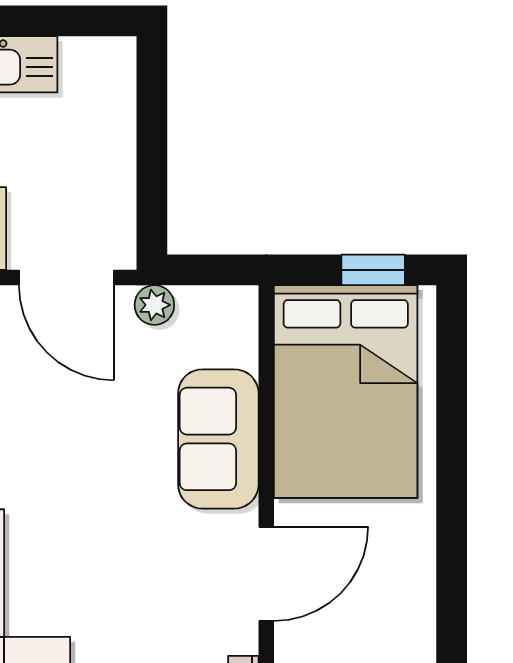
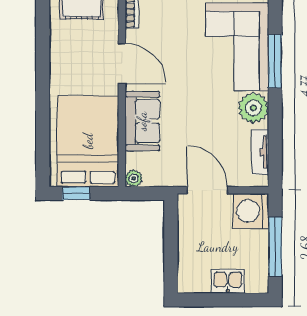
plant: (154, 305) -> (134, 178), moved
door: (266, 574) -> (122, 63), swing flipped

